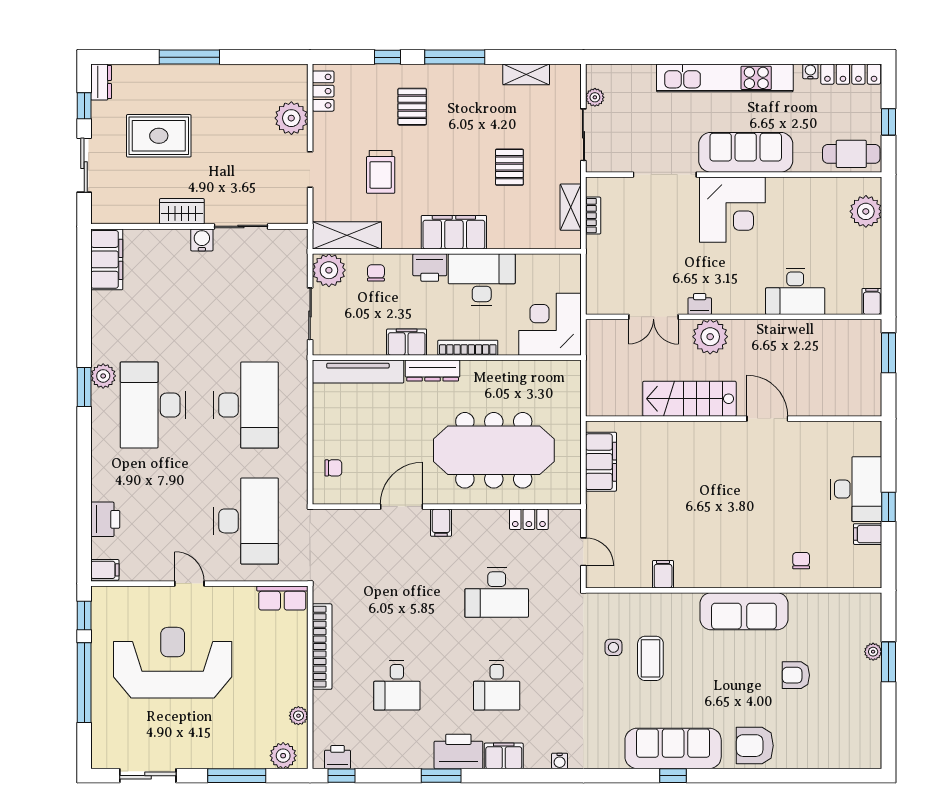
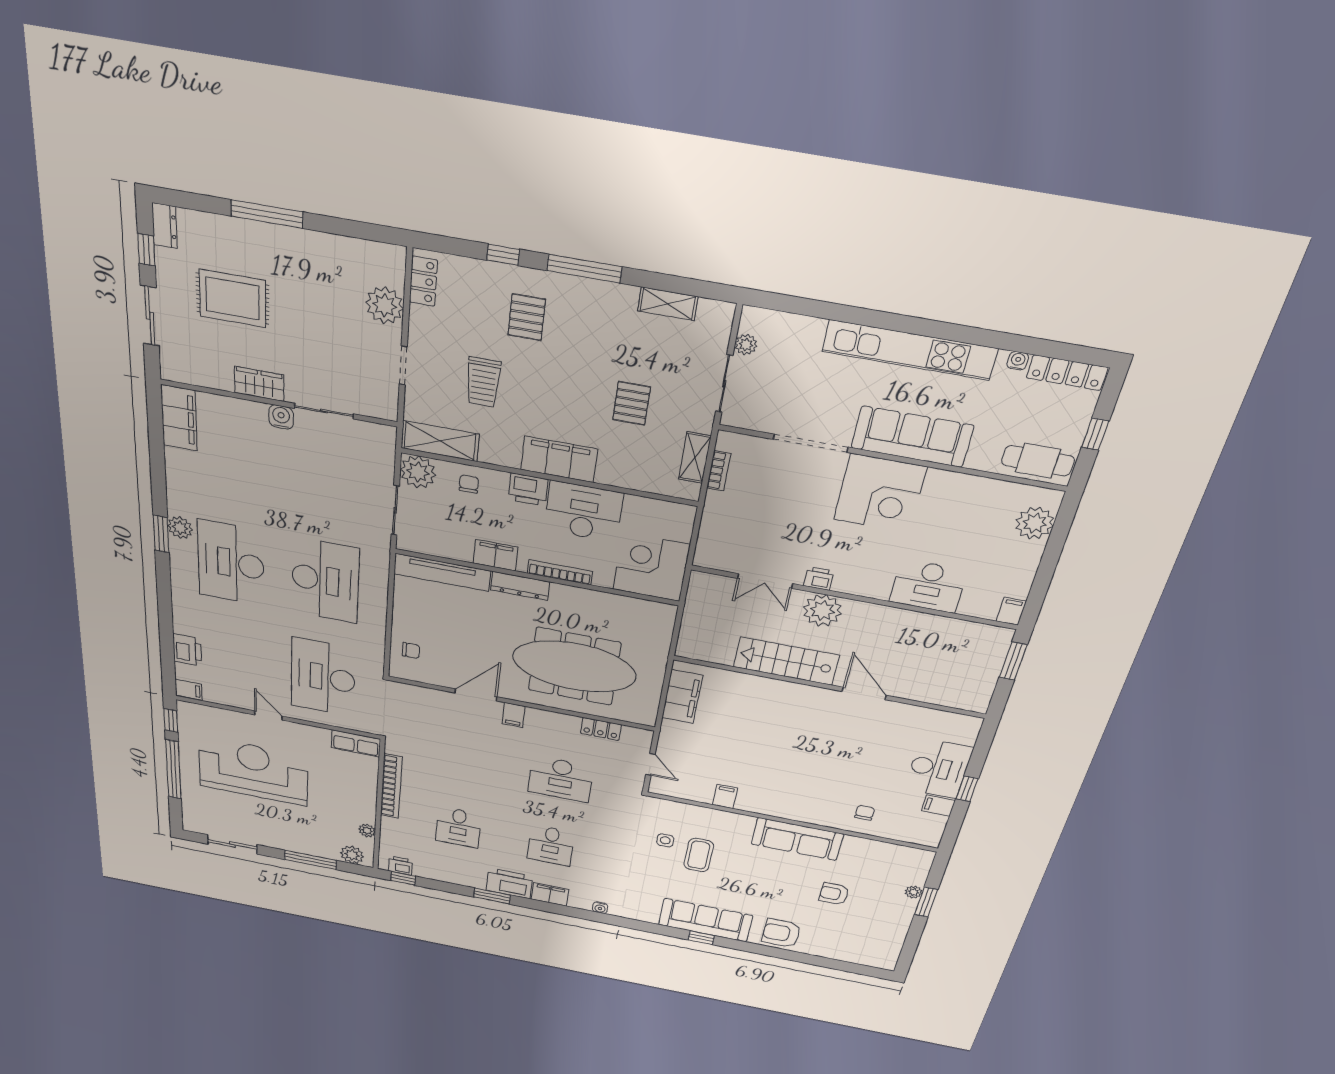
desk: (246, 521) -> (323, 677), turned 180

